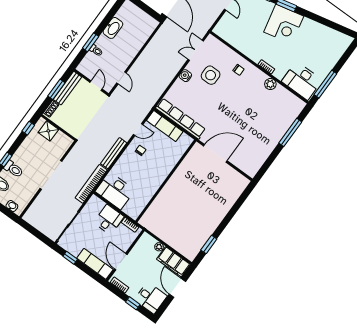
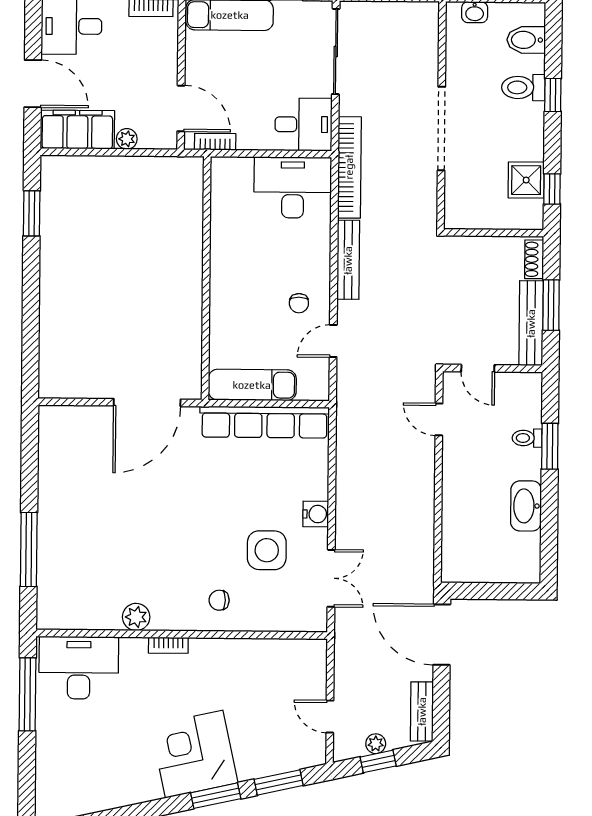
exam couch: (165, 126) -> (252, 385), moved
shower: (48, 131) -> (526, 180), moved
desk: (109, 220) -> (303, 124), moved, turned -90
door: (121, 262) -> (181, 108), moved

